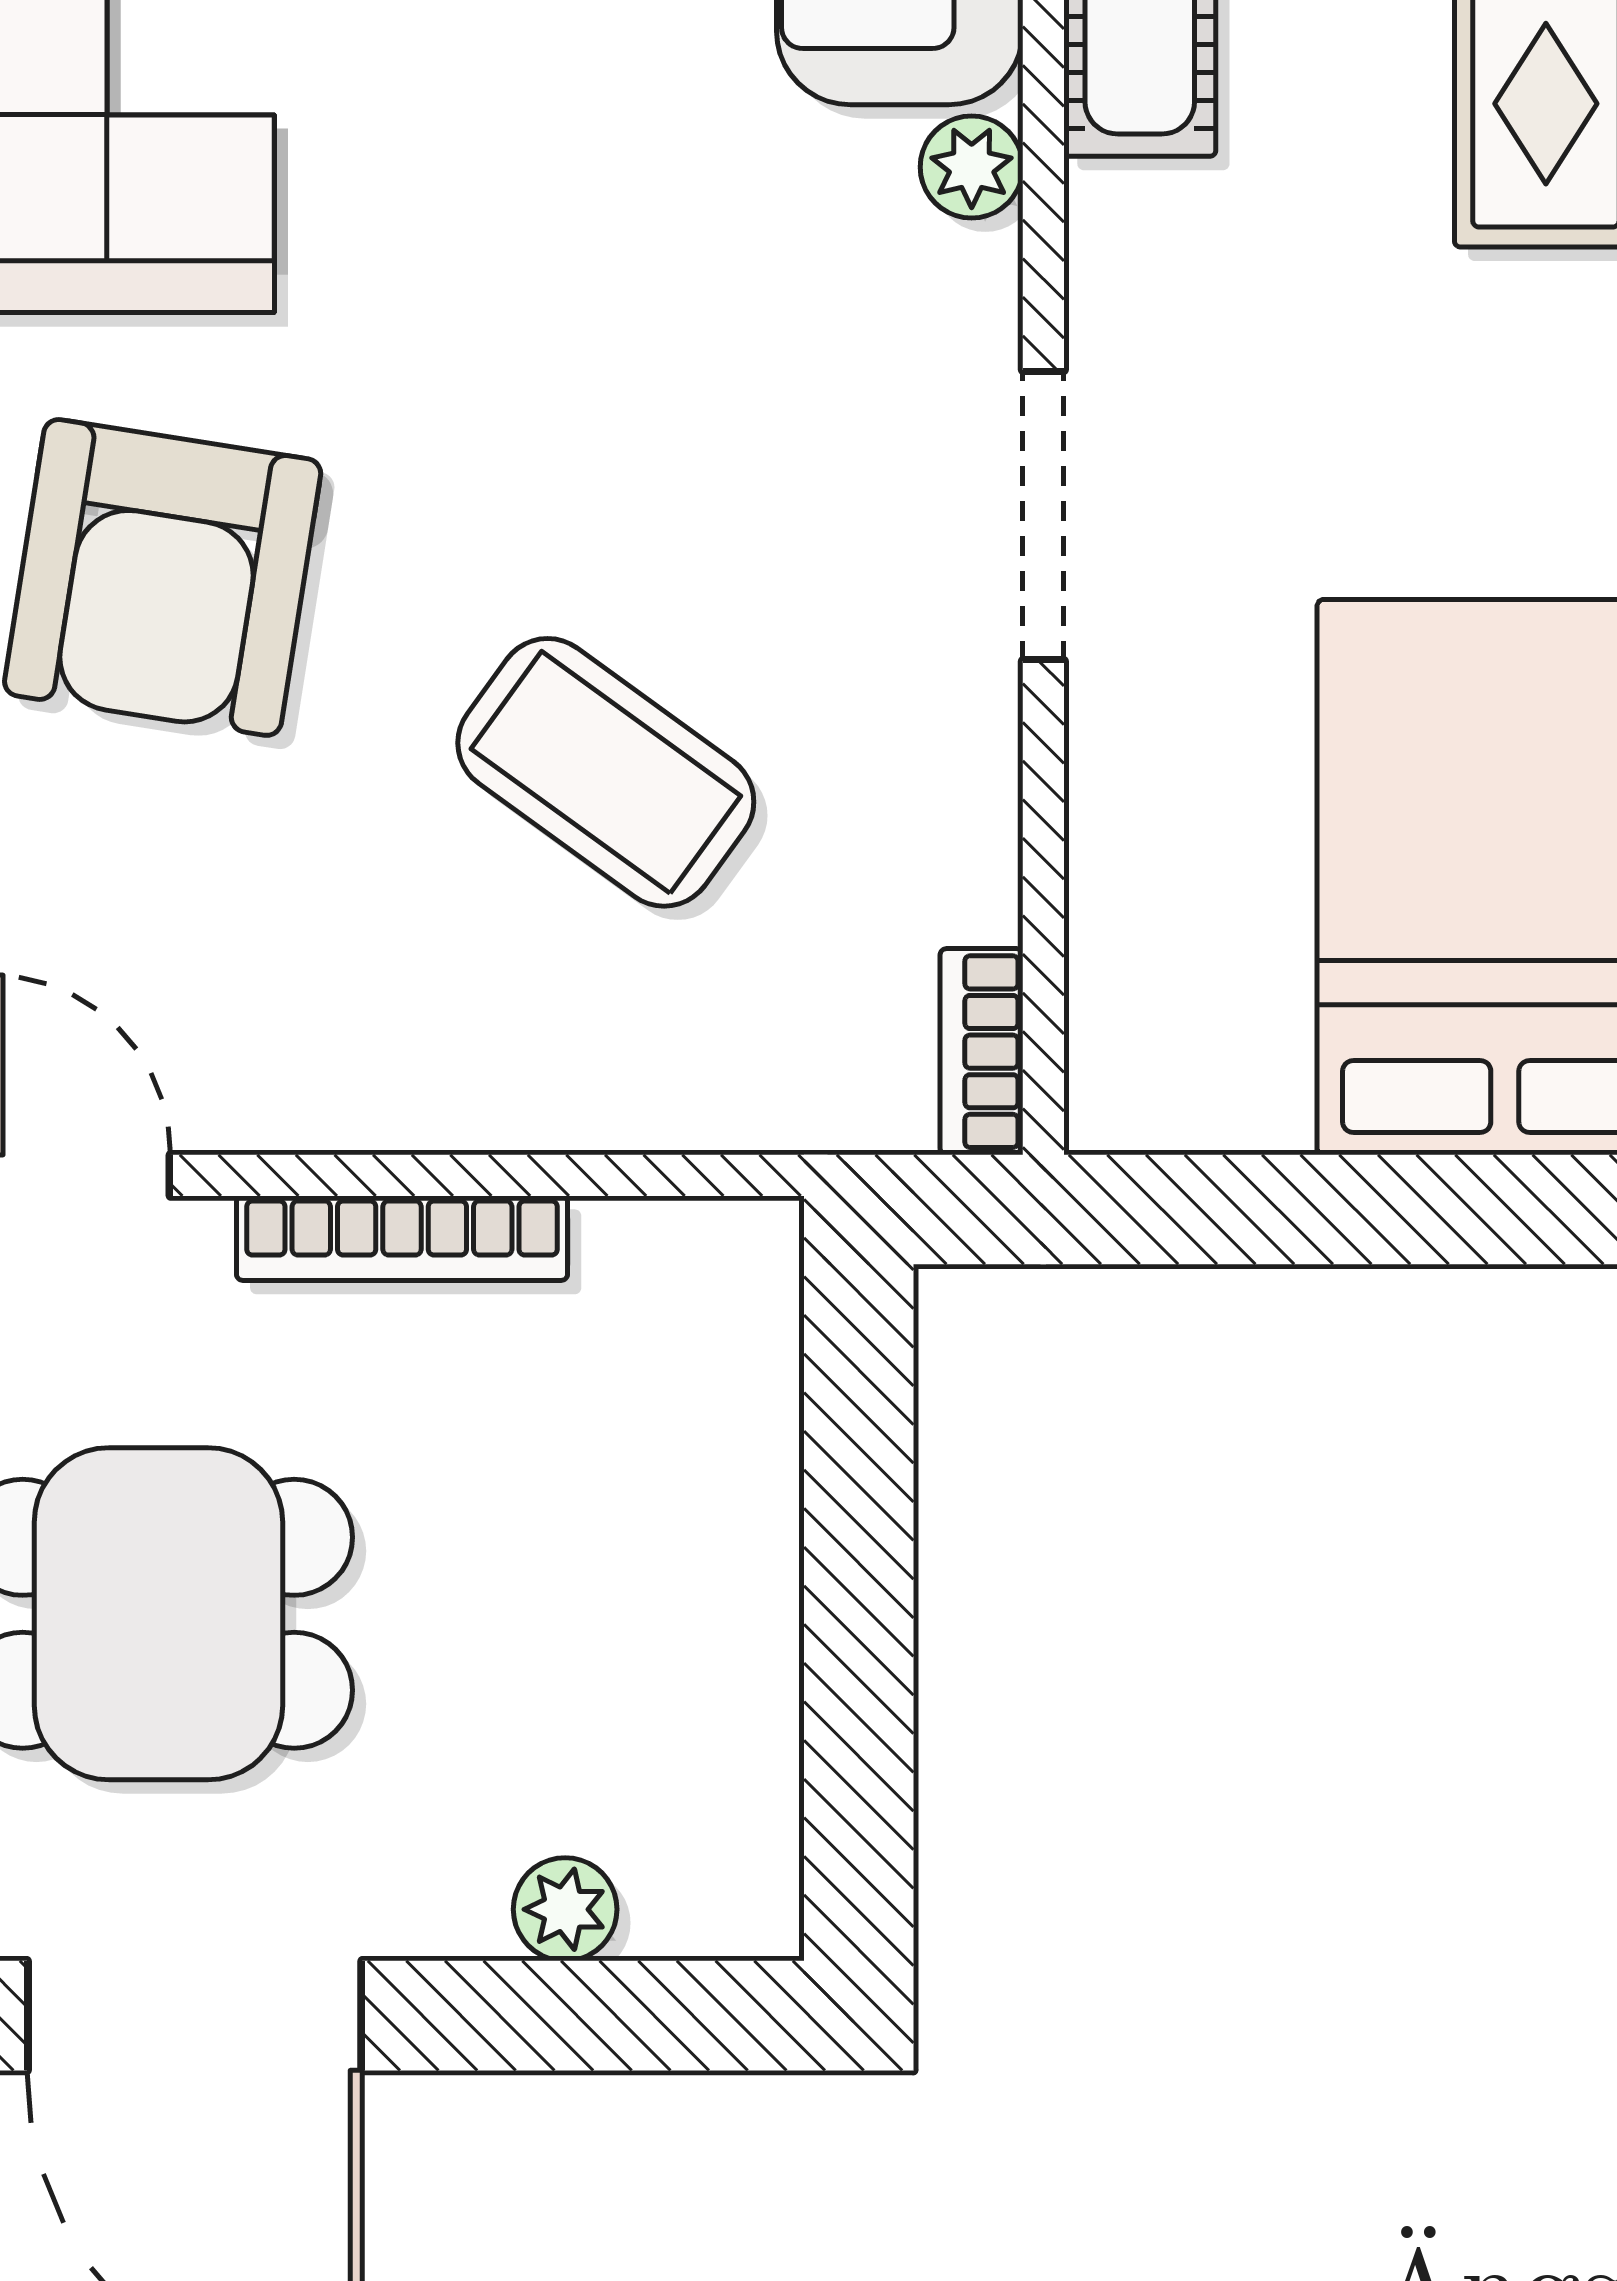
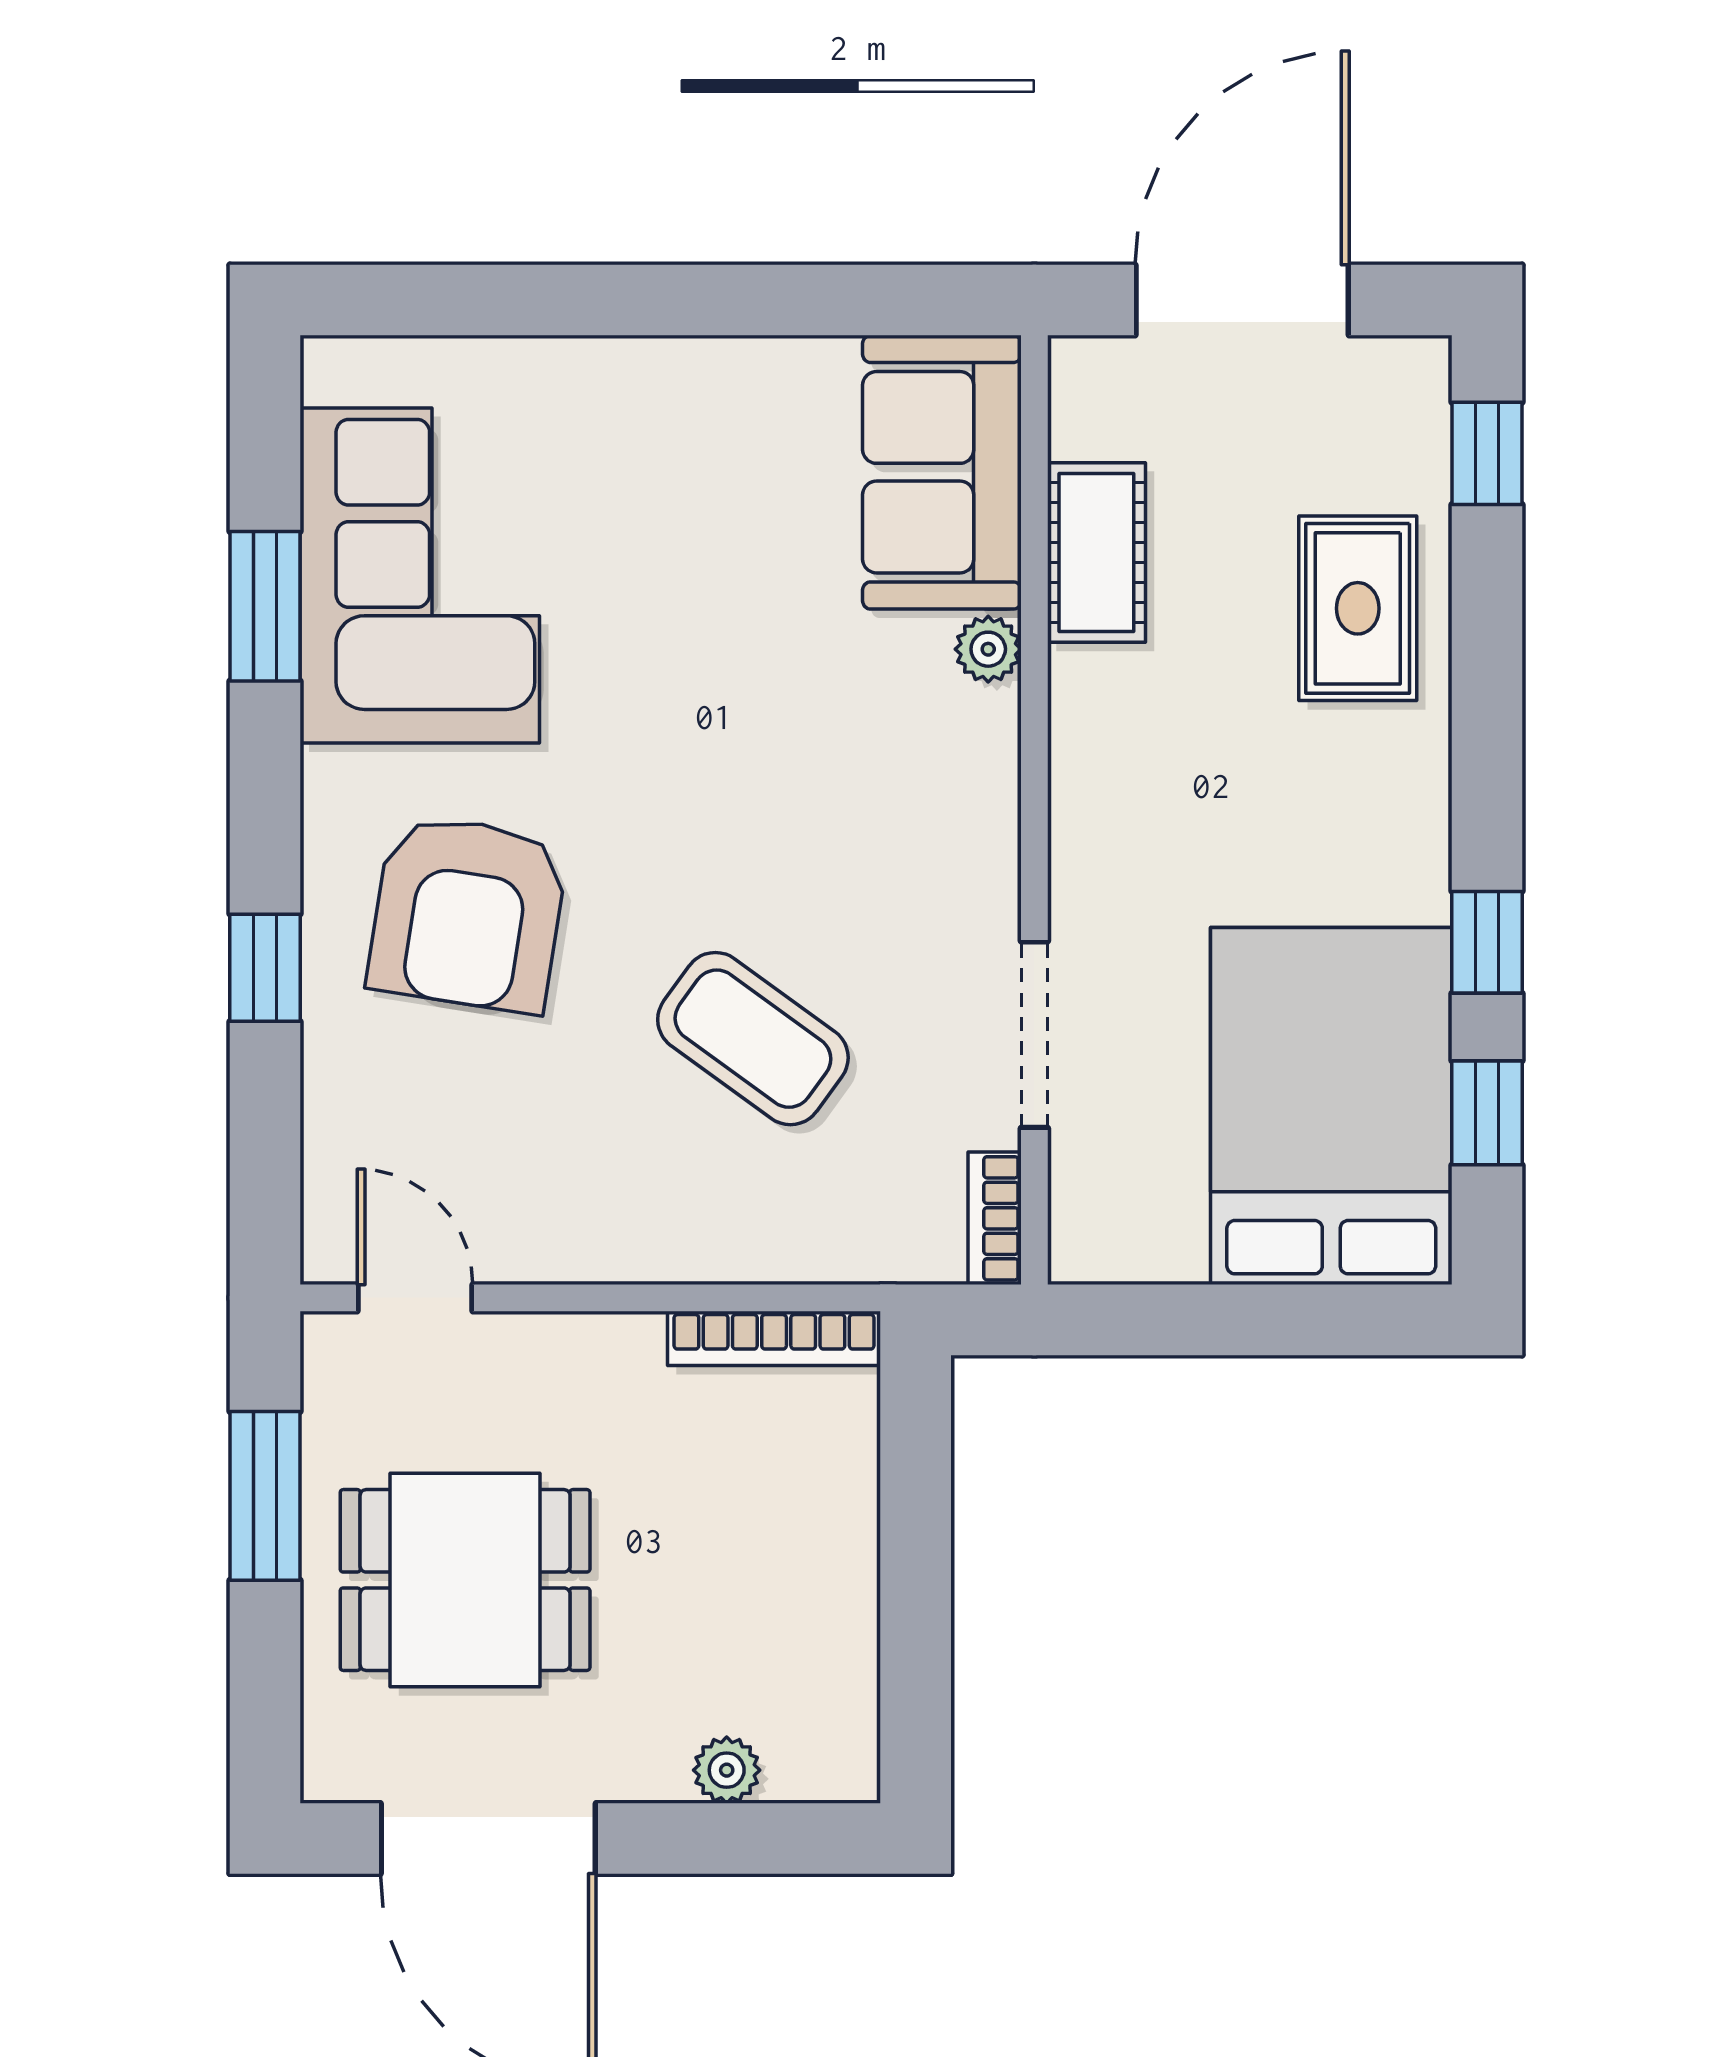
doorway: (1043, 515) -> (1034, 1035), moved
bookcase: (402, 1238) -> (774, 1338), moved

